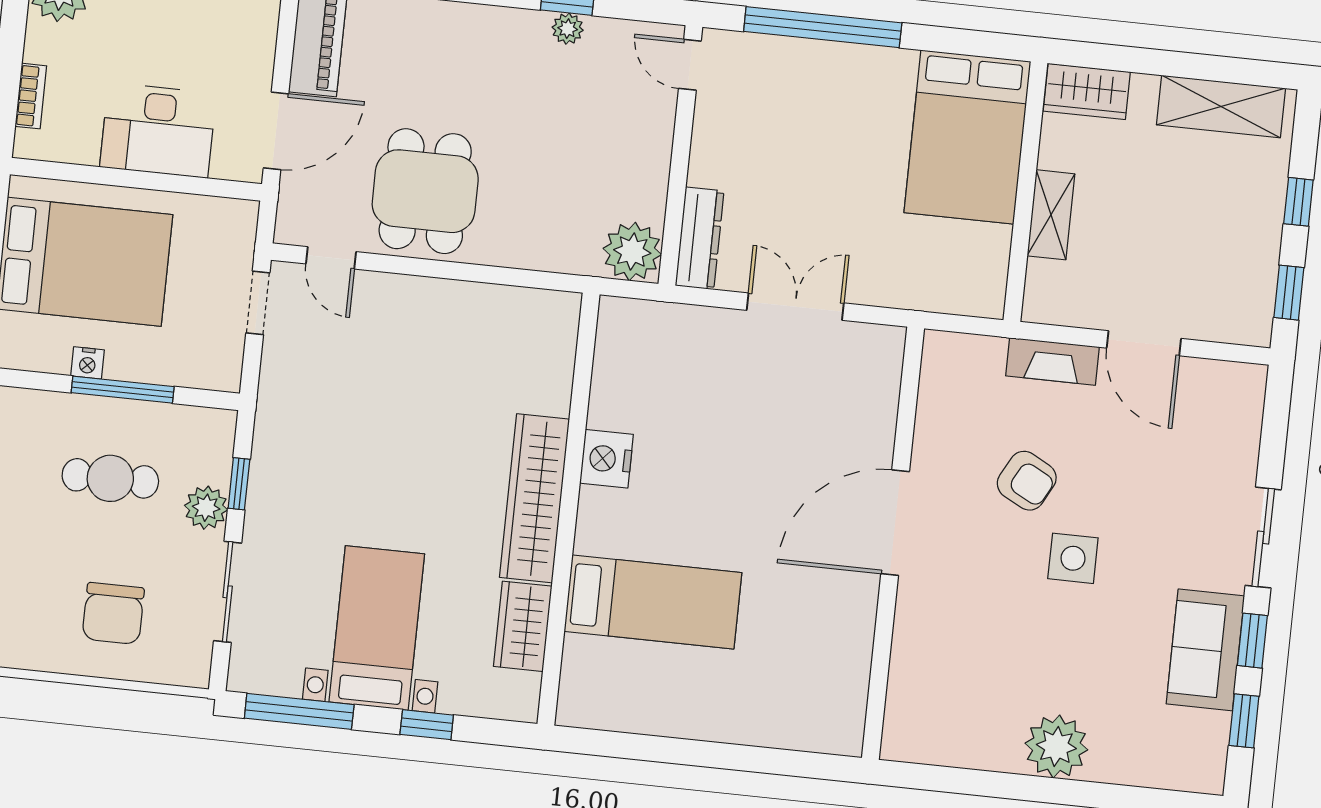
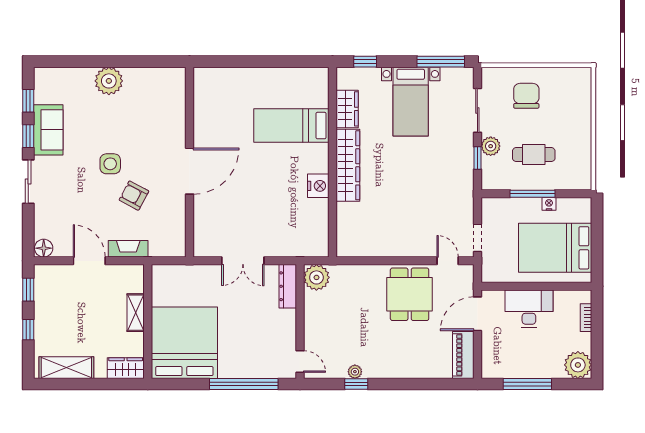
bed: (967, 137) -> (184, 343), width x1.36
floor lamp: (1244, 383) -> (44, 248), added
window: (427, 725) -> (365, 62), moved

